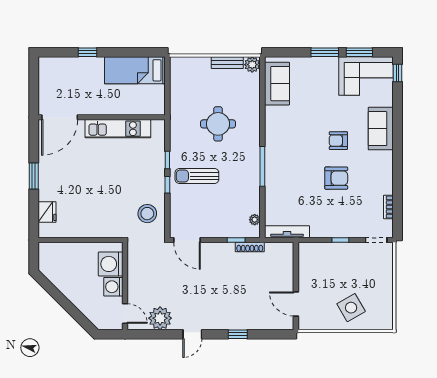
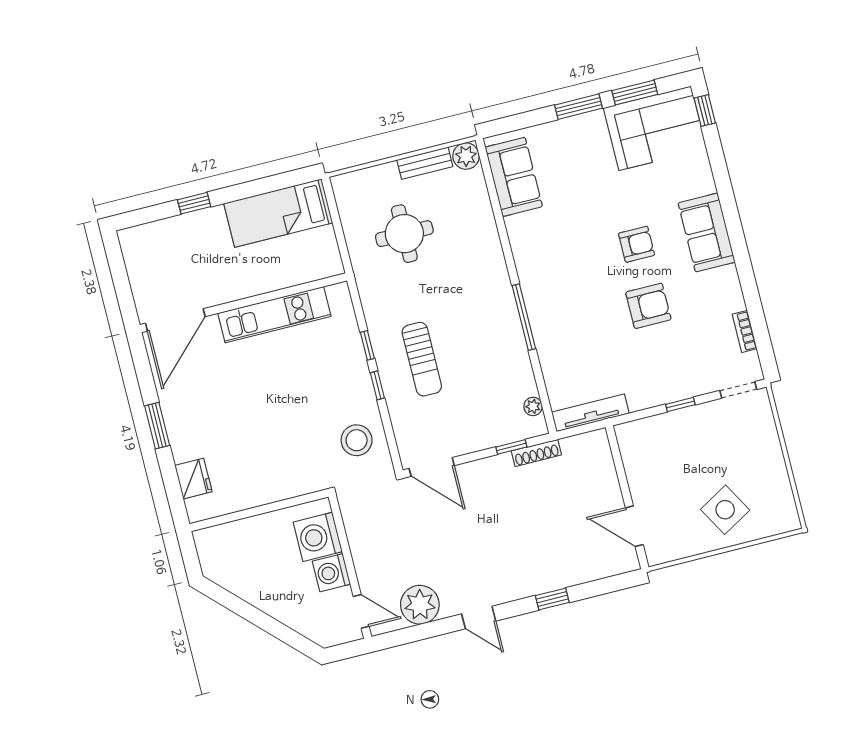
round table: (218, 124) -> (404, 234), moved
sofa: (381, 129) -> (707, 233), moved
armchair: (338, 141) -> (637, 244), turned 180
sun lounger: (197, 176) -> (422, 359), turned -90
door: (192, 334) -> (479, 617), hinge flipped

